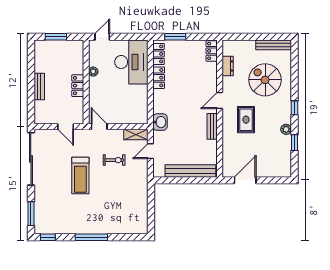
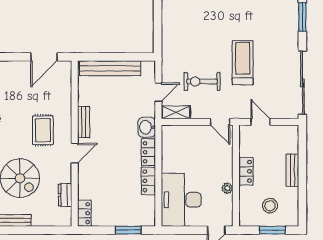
locker: (159, 54) -> (148, 152), moved
stool: (58, 57) -> (270, 206), added
exercise bike: (114, 160) -> (202, 81), width x1.38, depth x1.39

